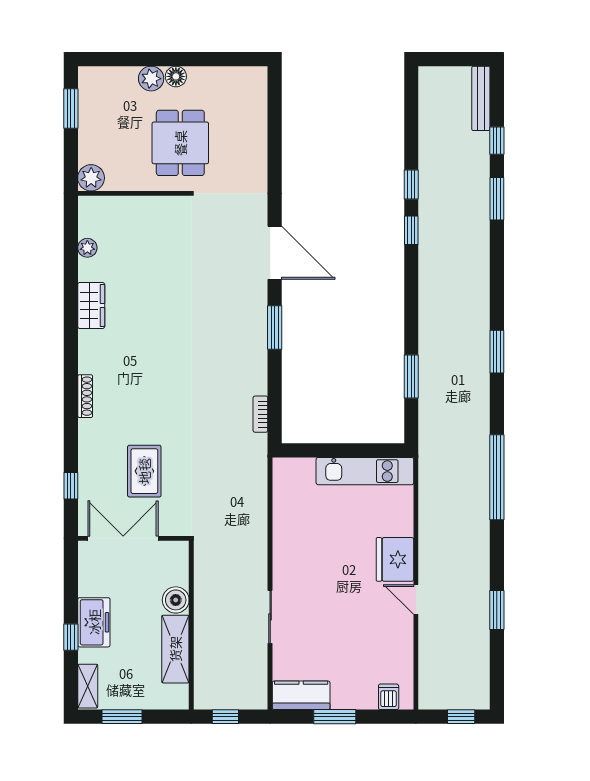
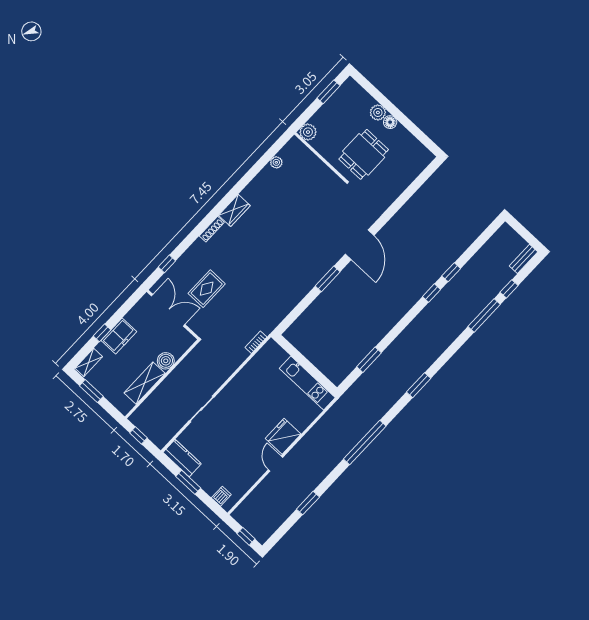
bench: (481, 98) -> (524, 259), width x0.73
window: (497, 199) -> (484, 315), width x1.44
wardrobe: (91, 306) -> (234, 210), moved
bookcase: (260, 414) -> (256, 342), moved

